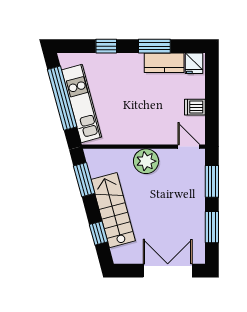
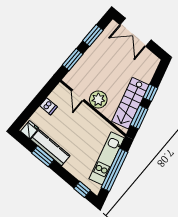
window: (106, 46) -> (82, 189), moved
kitchen counter: (164, 63) -> (50, 148), width x1.50
door: (189, 147) -> (78, 95), moved
stairs: (113, 210) -> (130, 103), moved
window: (99, 233) -> (150, 93), moved

